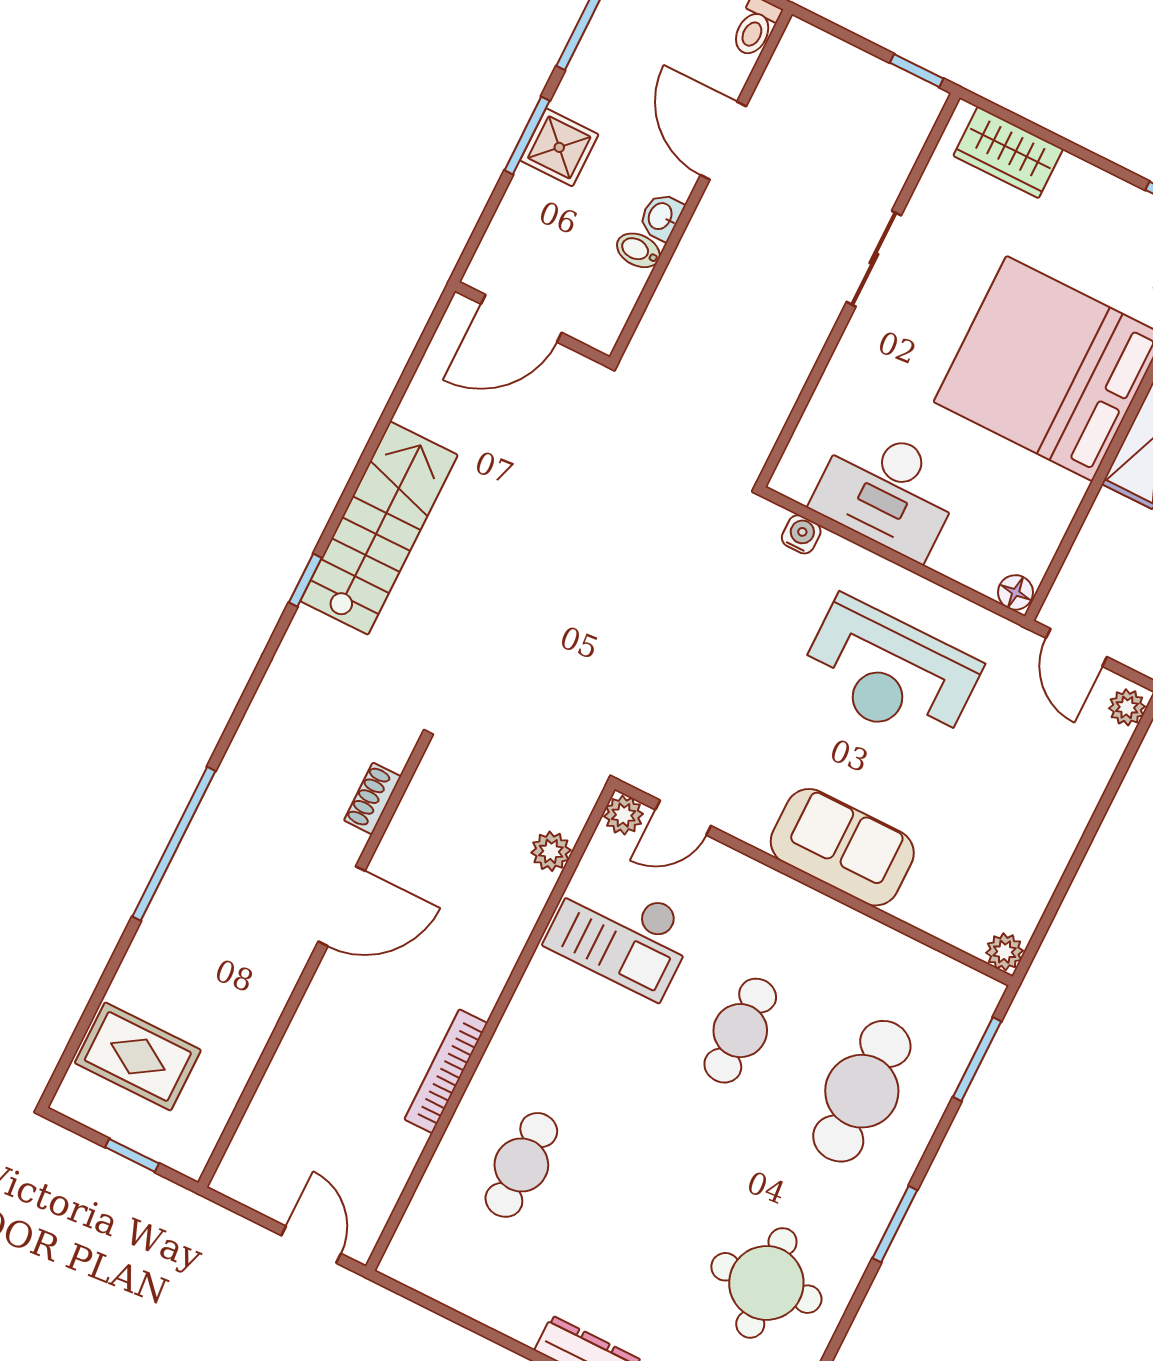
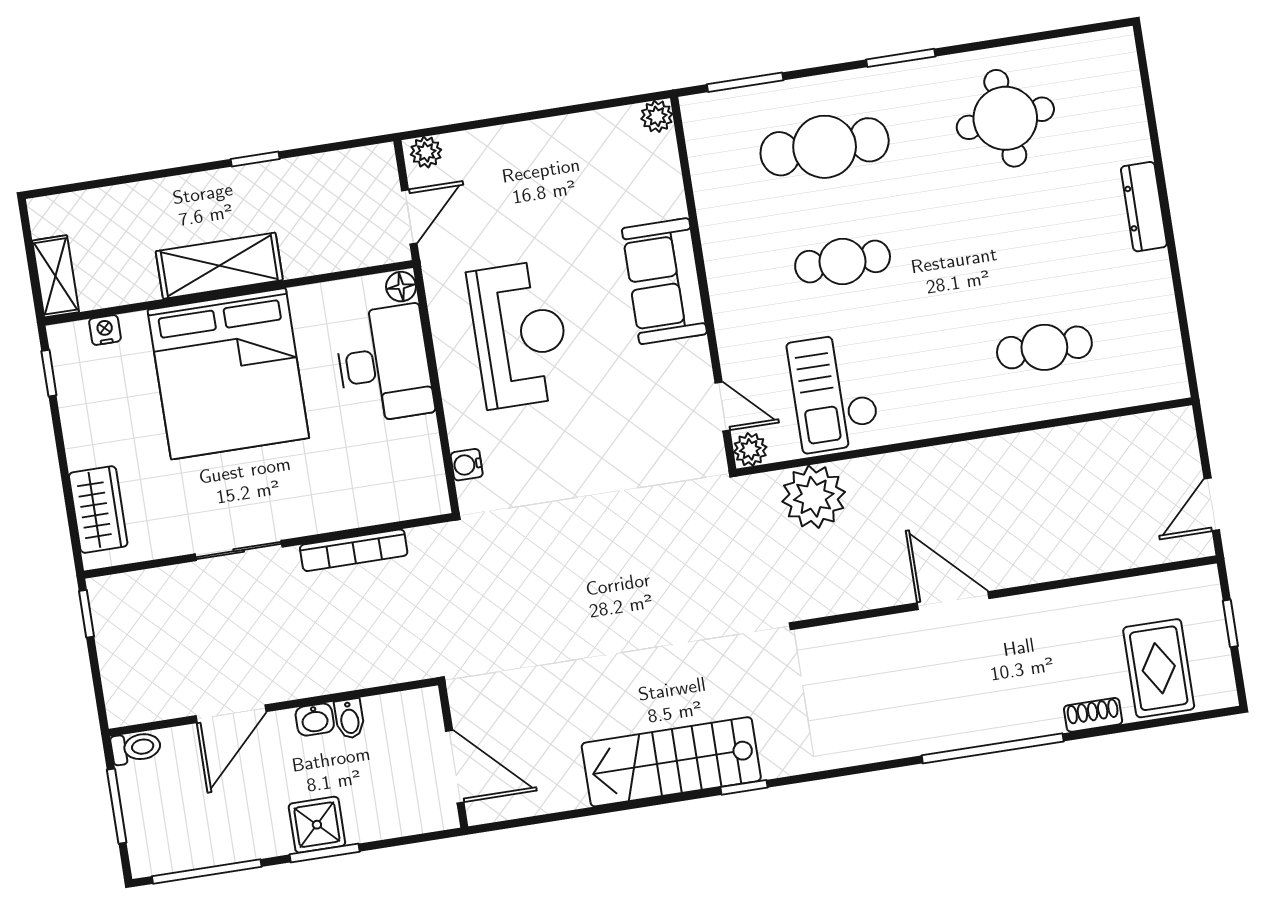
desk: (888, 491) -> (384, 364), moved
shoe rack: (372, 798) -> (1093, 715), moved, turned 180
plant: (551, 851) -> (814, 497), width x1.87, depth x1.87
checkout: (621, 933) -> (834, 393), turned 180
bookcase: (446, 1071) -> (354, 550), moved
door: (311, 1245) -> (1212, 504), moved

